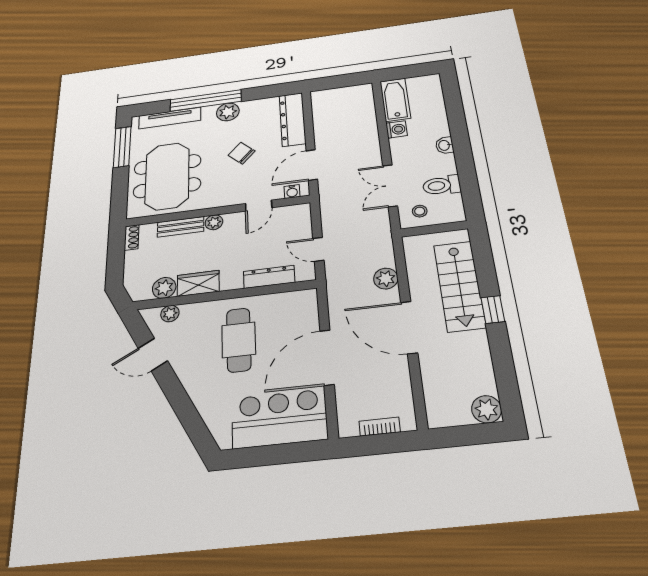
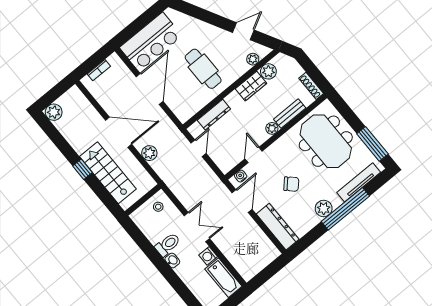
toilet: (442, 185) -> (168, 245), moved
double door: (390, 186) -> (197, 227), moved
shoe rack: (132, 238) -> (311, 86), width x1.43
door: (318, 249) -> (198, 148), hinge flipped

